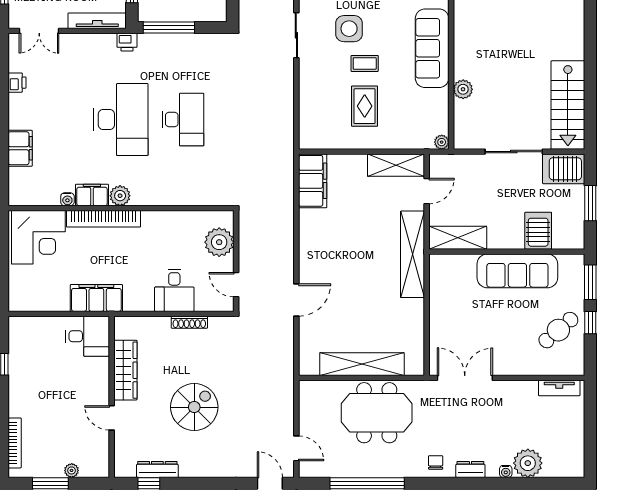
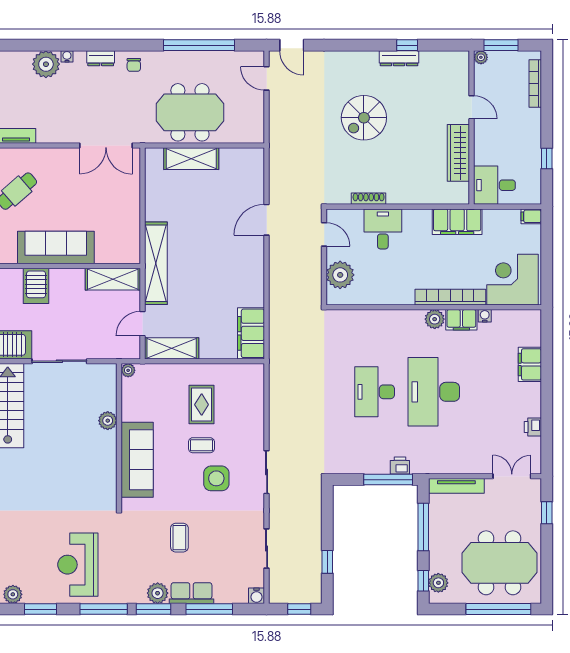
printer: (127, 42) -> (400, 466), moved
filing cabinet: (19, 304) -> (531, 216), added
desk: (87, 336) -> (494, 185), moved
shelving: (362, 364) -> (191, 159), width x0.68
wardrobe: (125, 370) -> (458, 153), moved
wall: (112, 397) -> (472, 127), moved
door: (112, 418) -> (472, 107), moved

